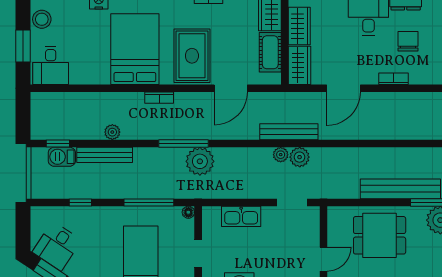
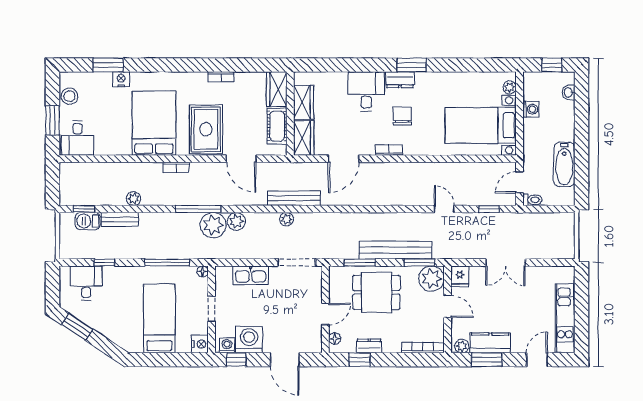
door: (231, 88) -> (241, 159), hinge flipped
bench: (105, 155) -> (120, 219), width x0.73
plant: (300, 157) -> (236, 221), moved
doorway: (292, 202) -> (297, 263), width x1.38
window: (361, 202) -> (360, 263), added
desk: (57, 246) -> (86, 283), moved, turned 146

